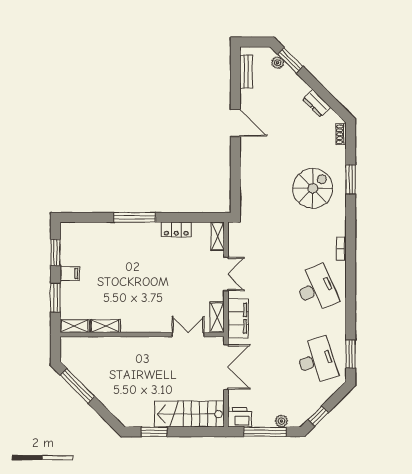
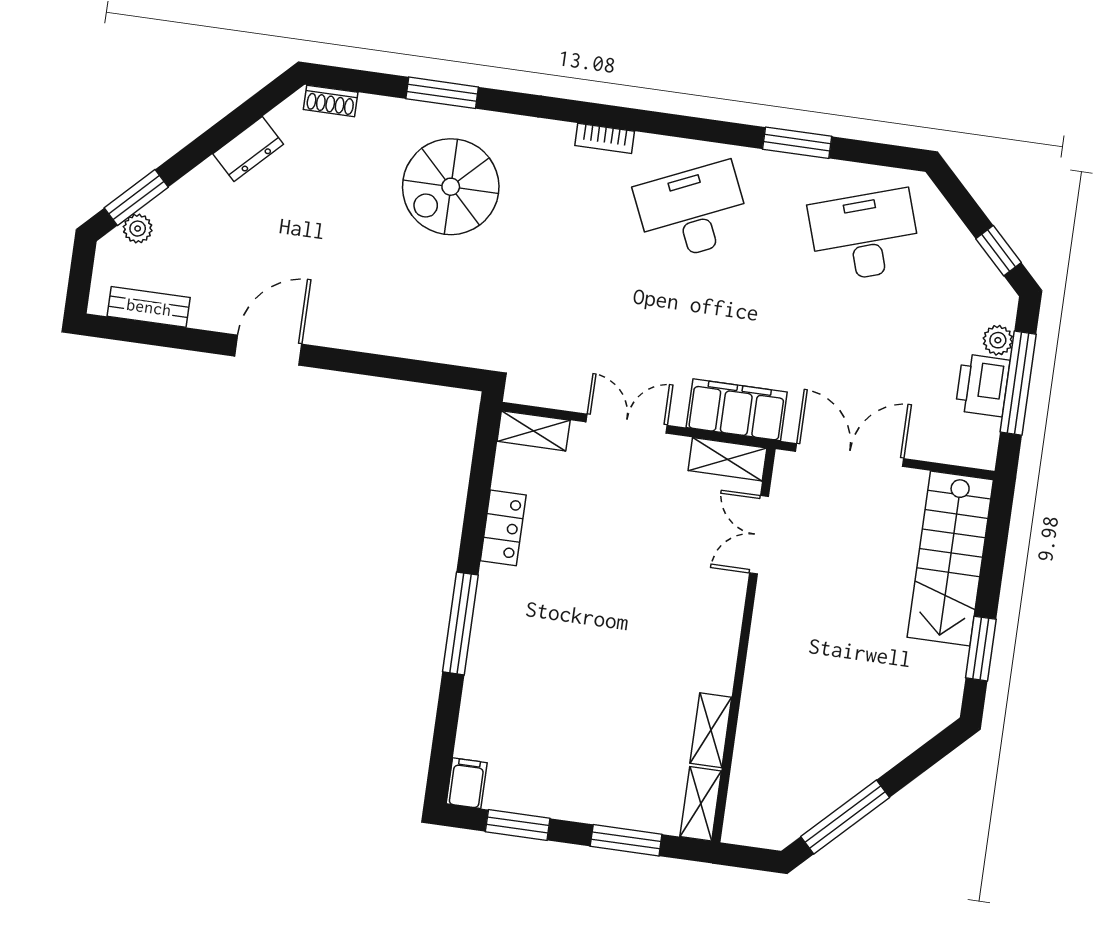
spiral stairs: (313, 188) -> (451, 187), turned -90
filing cabinet: (70, 274) -> (467, 783), moved
window: (351, 354) -> (797, 143), moved
printer: (240, 417) -> (983, 385), moved

